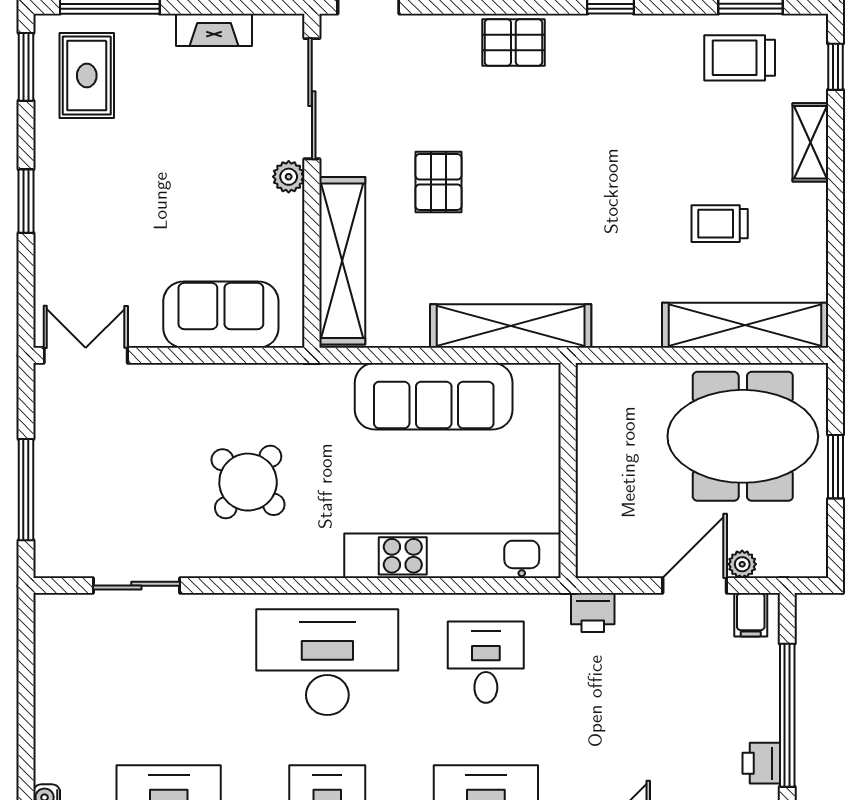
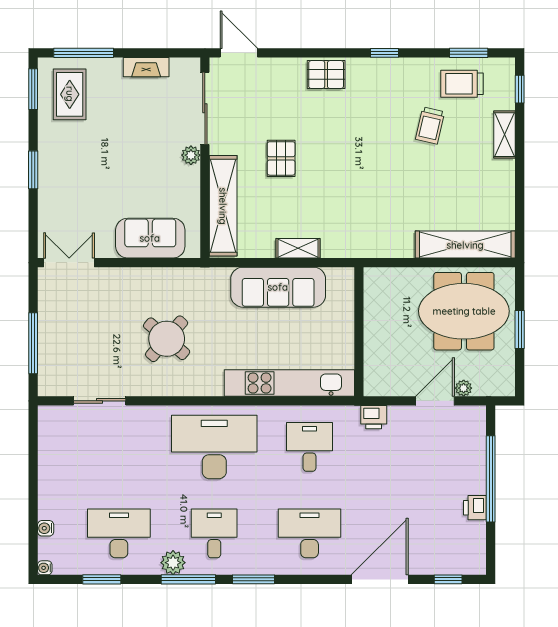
trolley: (720, 224) -> (430, 126), moved, turned -77
shelving: (511, 326) -> (298, 248), width x0.45, depth x0.75
filing cabinet: (751, 615) -> (469, 418), removed

